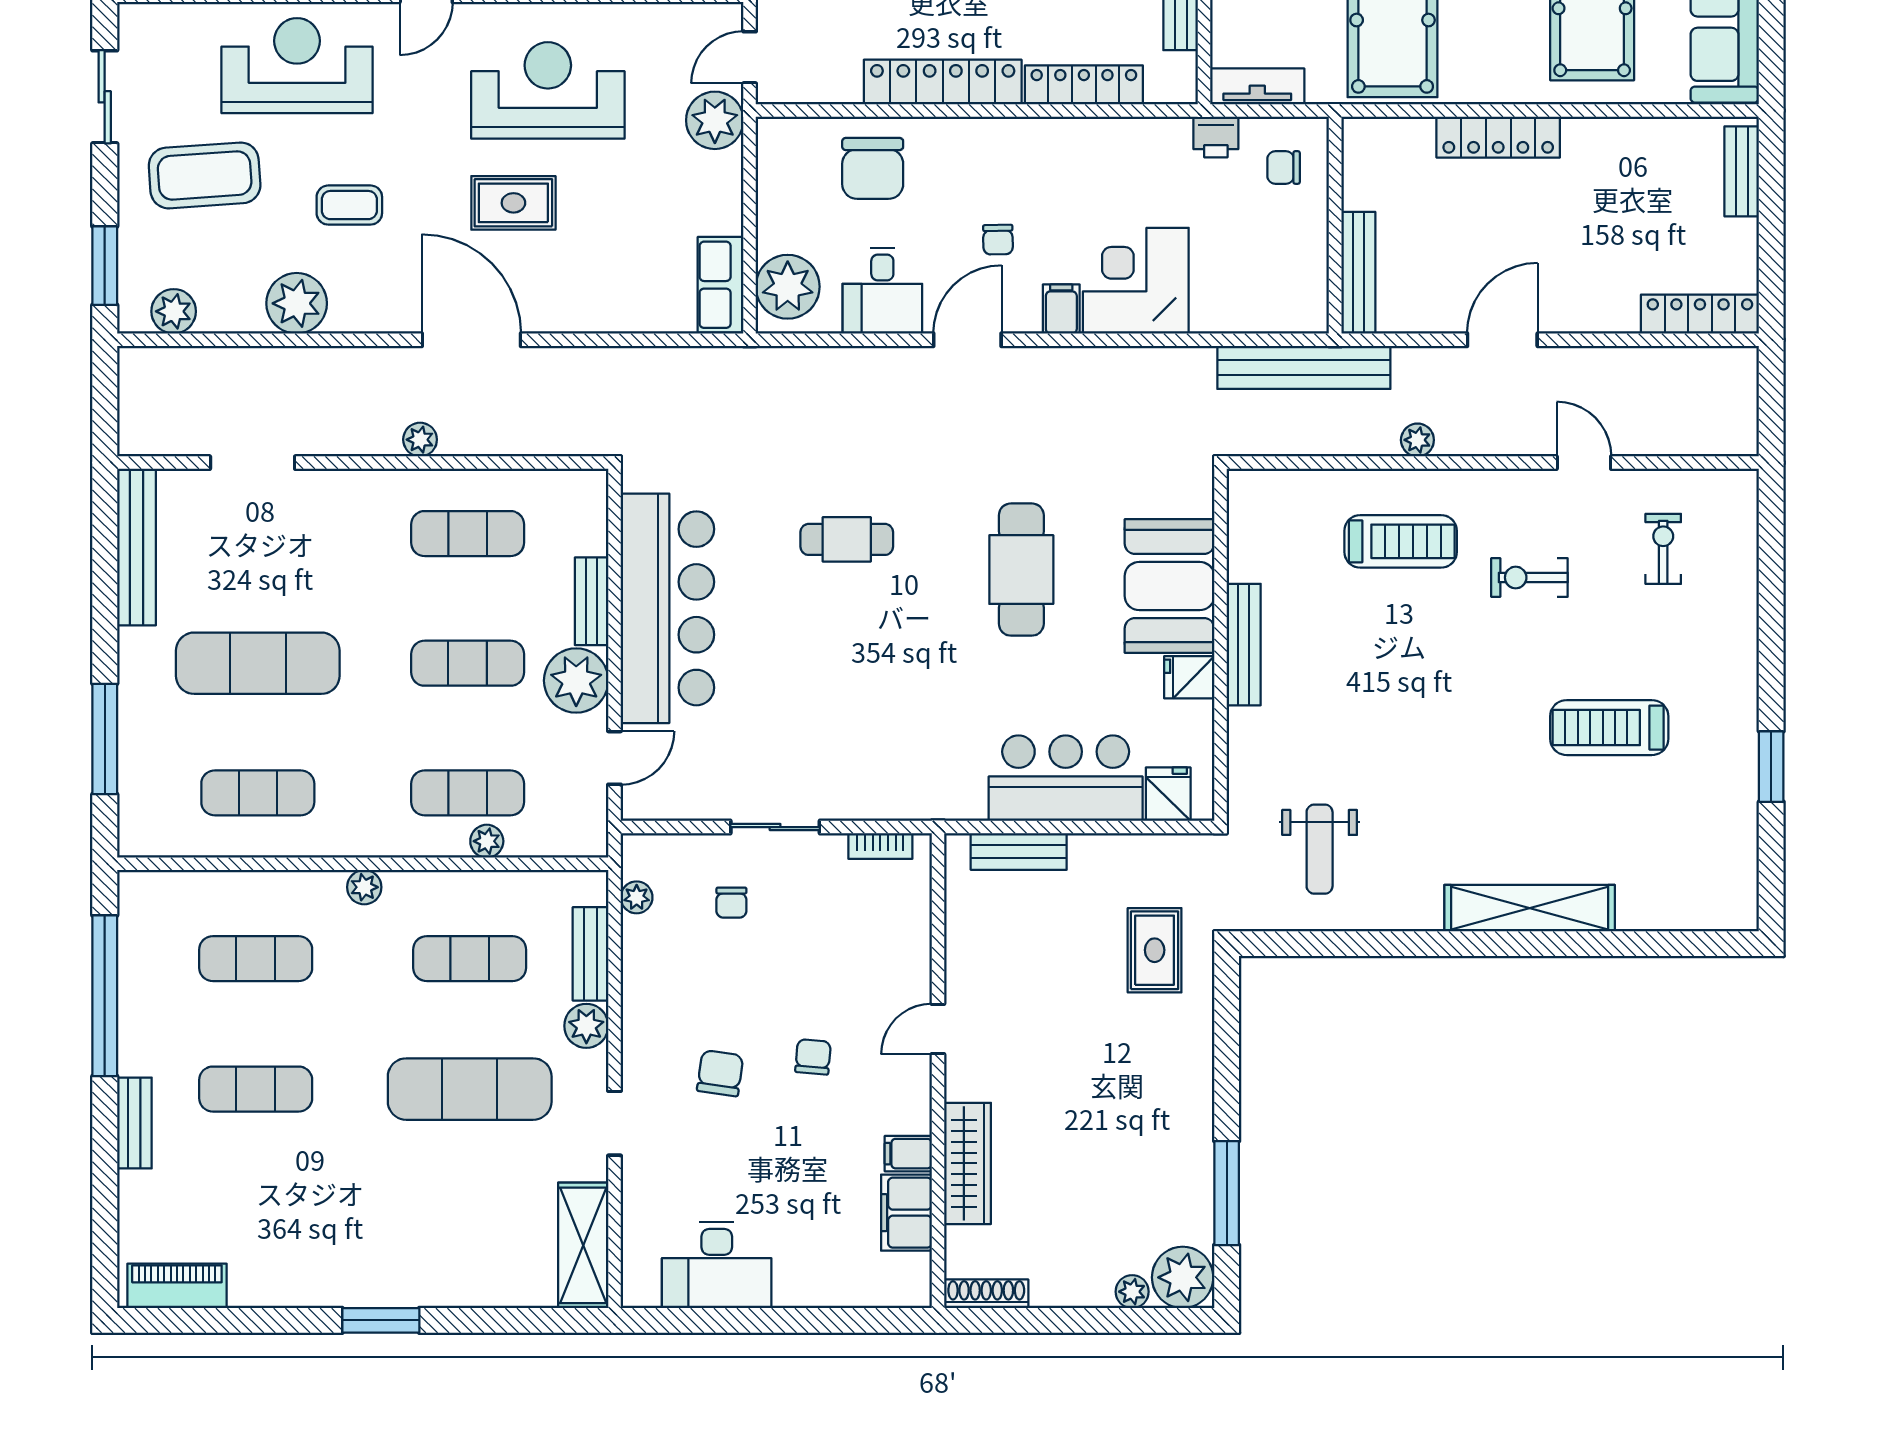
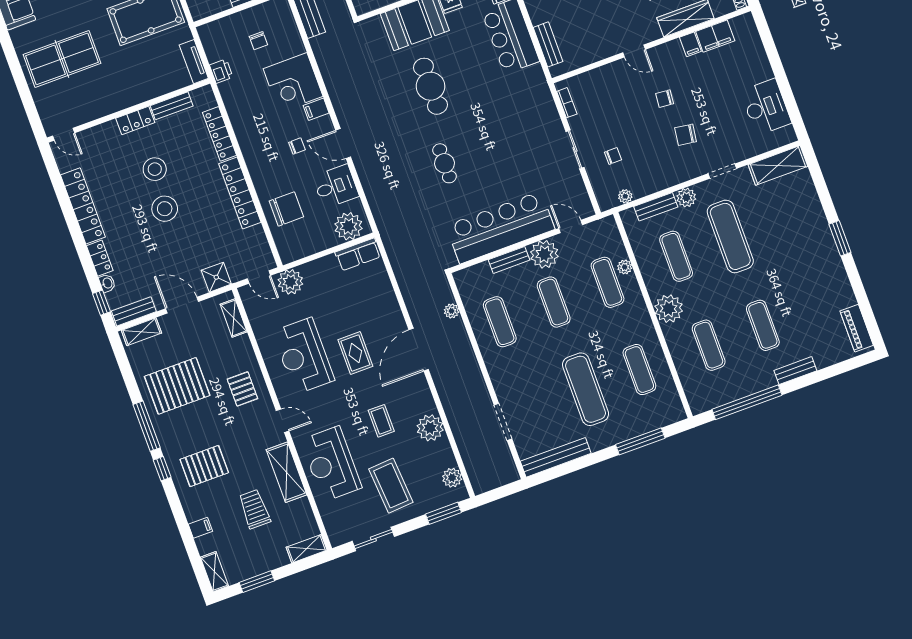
chair: (1284, 167) -> (258, 41), moved
plant: (420, 440) -> (451, 311), moved
cafe table: (1021, 570) -> (430, 86), turned 90
plant: (364, 887) -> (669, 309), width x1.87, depth x1.87

